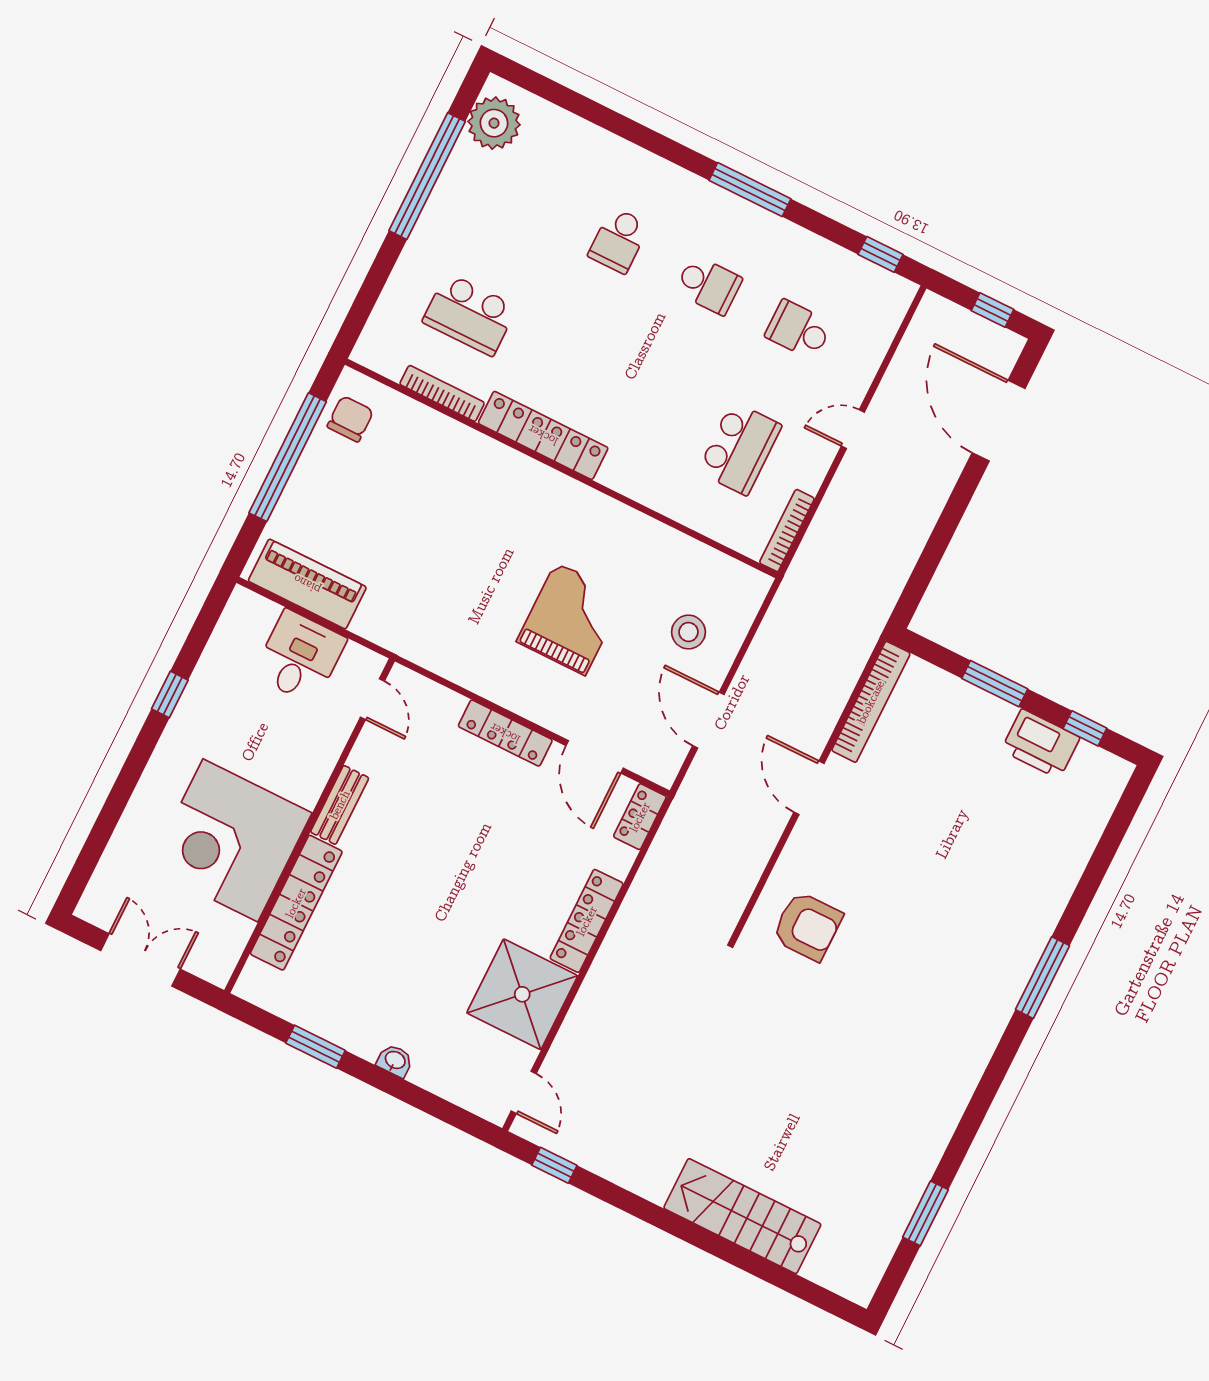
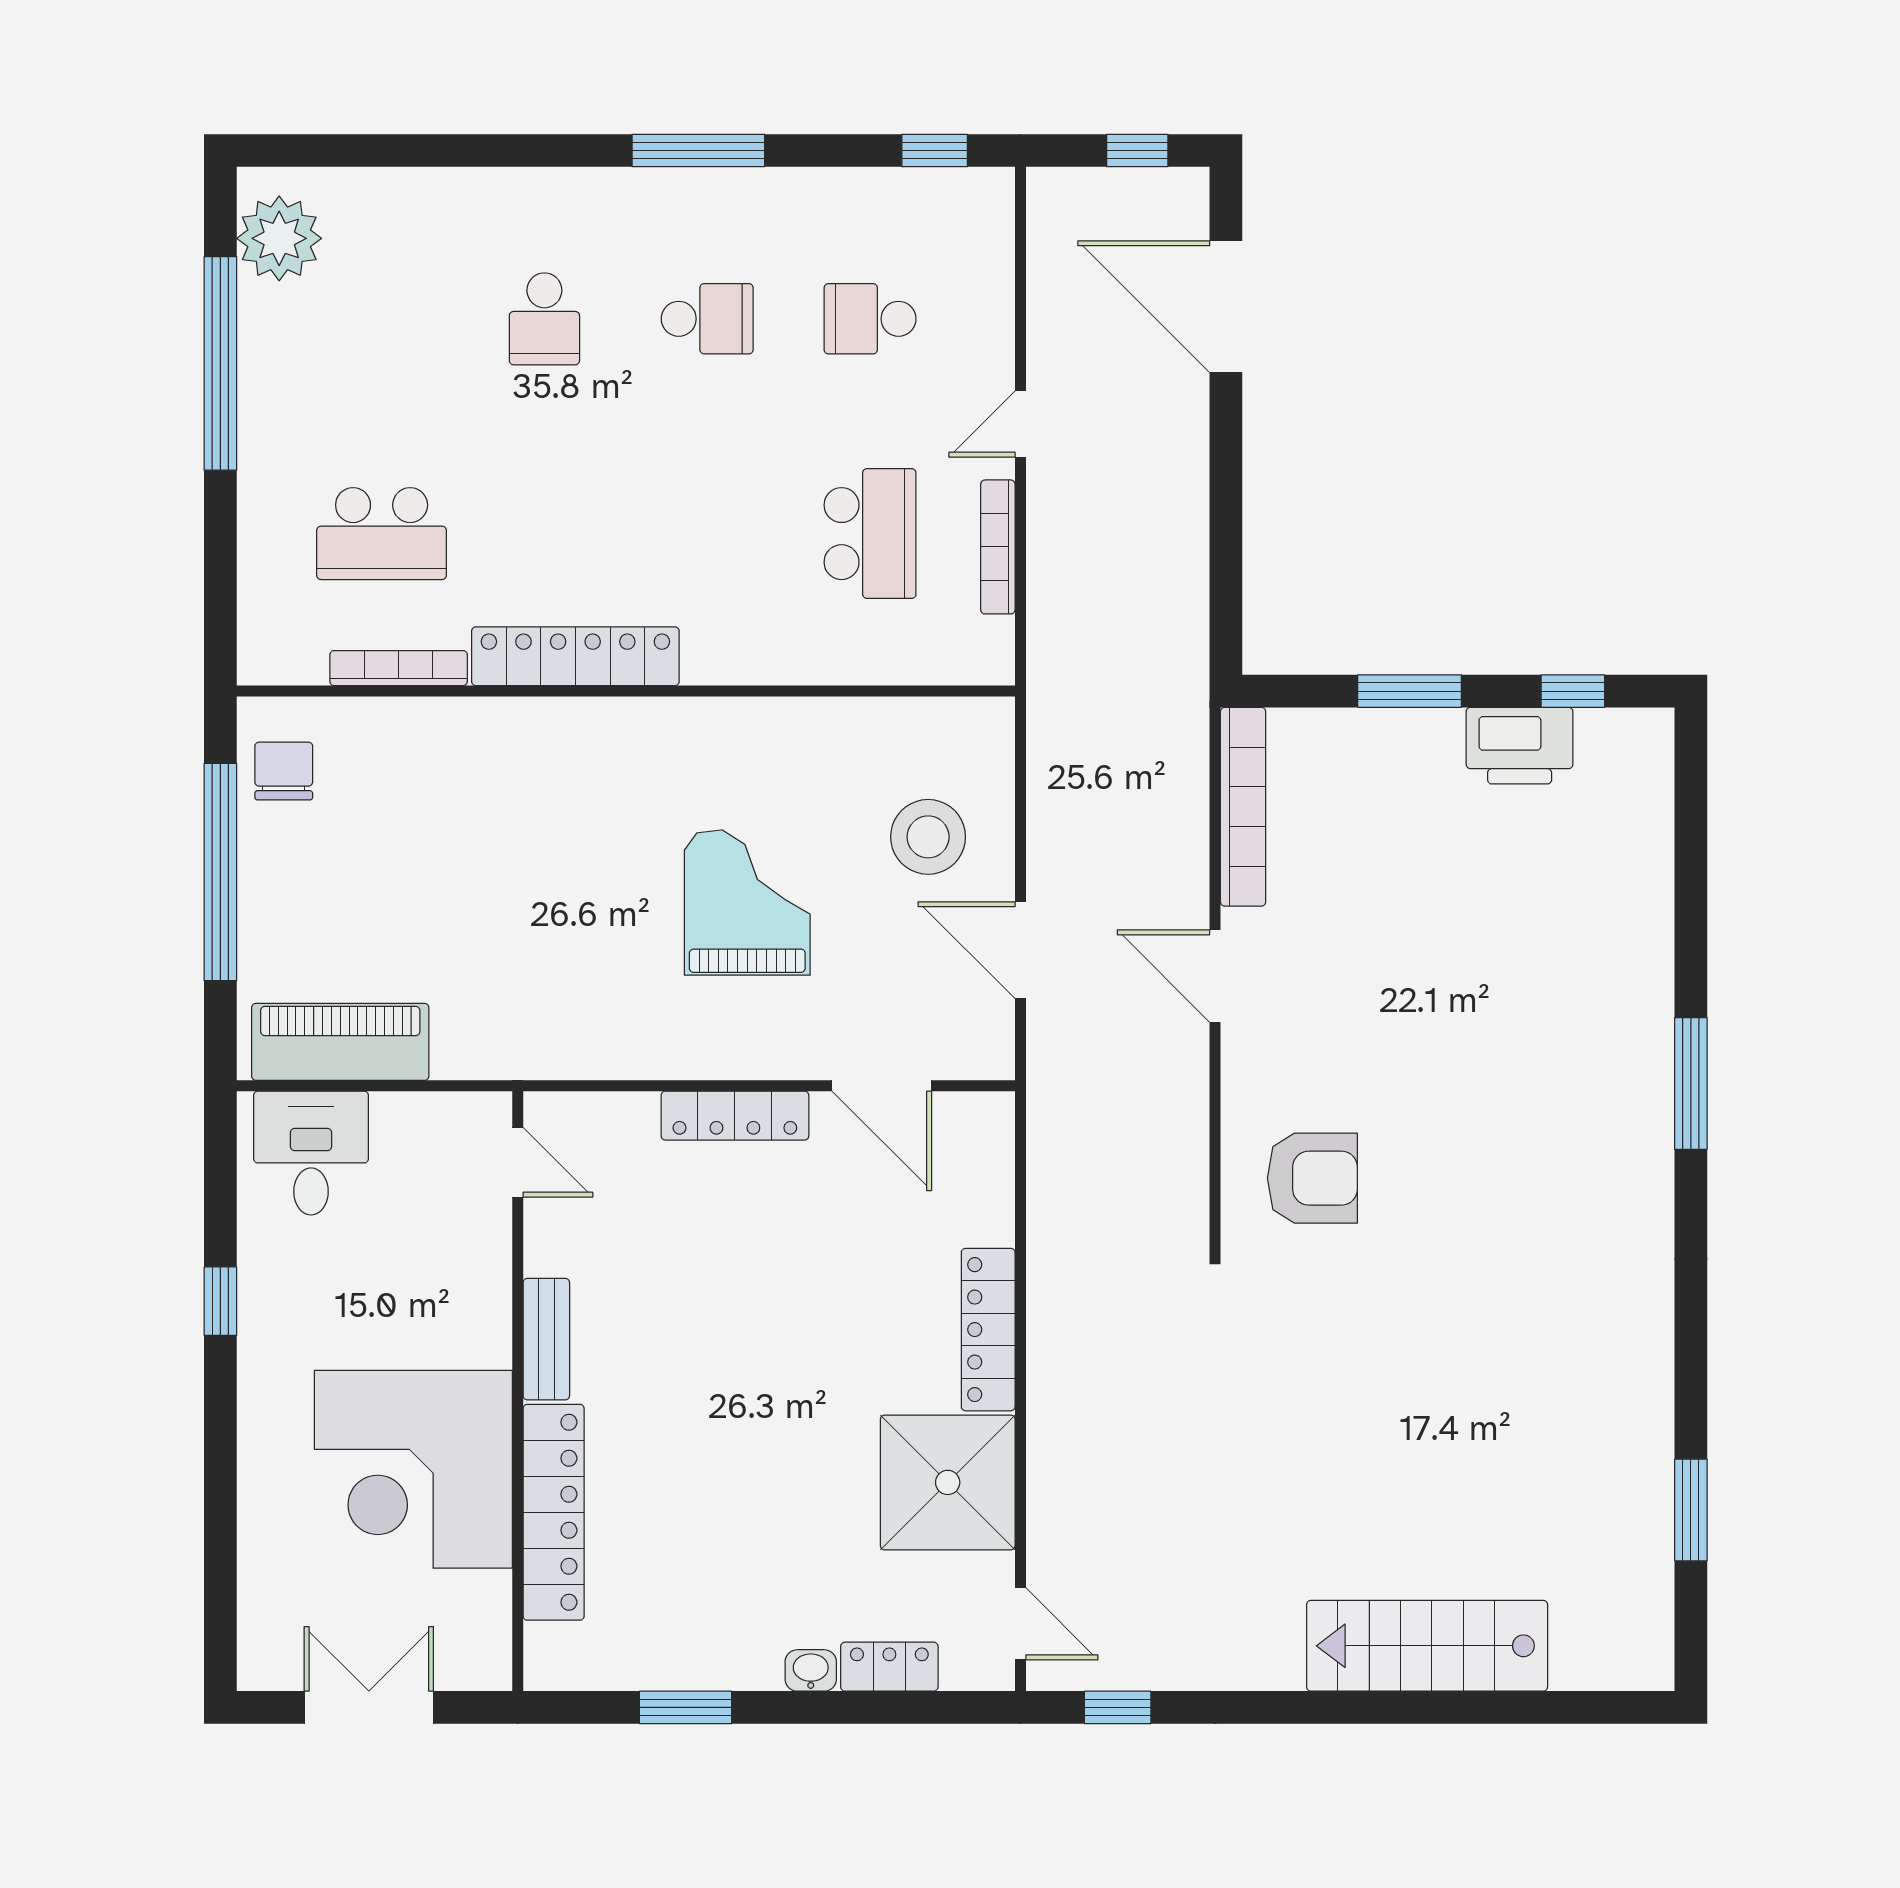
bookcase: (787, 531) -> (998, 547), moved
stool: (688, 632) -> (928, 837), width x1.38, depth x1.38
desk: (300, 657) -> (311, 1153), moved
locker: (640, 817) -> (889, 1667), moved, turned 90

